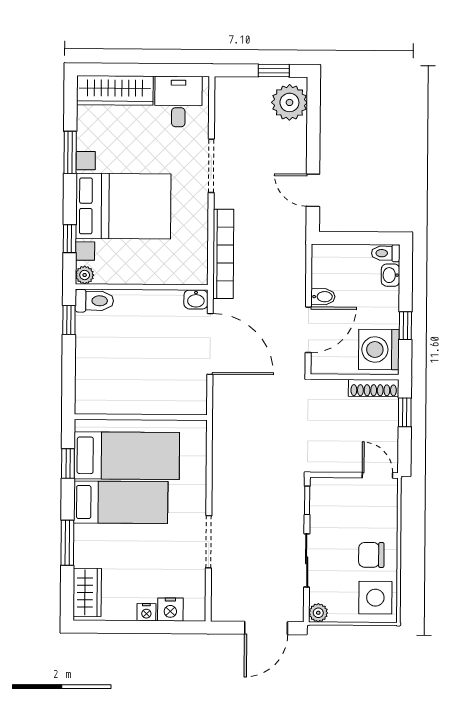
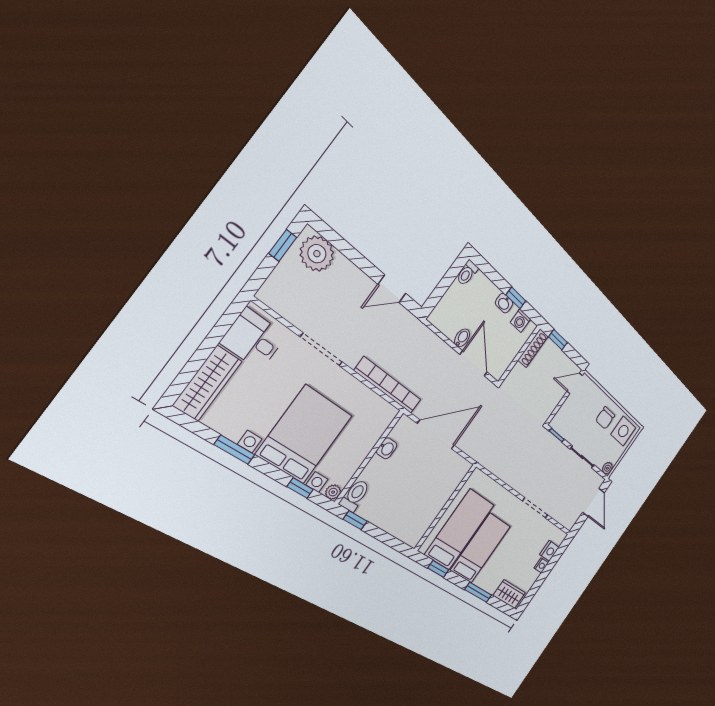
washbasin: (390, 275) -> (504, 303), moved
washbasin: (196, 300) -> (387, 448), moved
washing machine: (379, 350) -> (520, 321), width x0.53, depth x0.53

